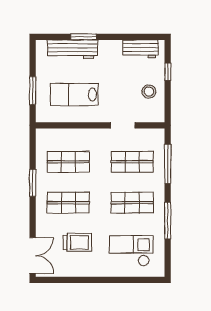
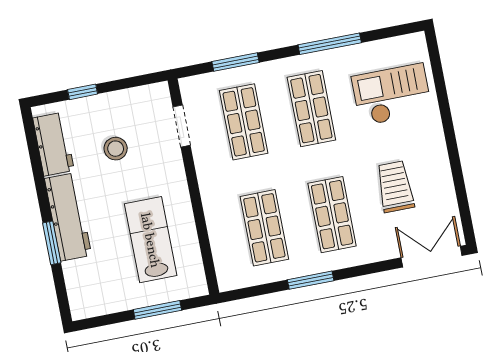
workbench: (72, 49) -> (68, 217), moved
stool: (149, 92) -> (116, 149), moved
lab bench: (74, 94) -> (151, 240), turned 180
doorway: (123, 125) -> (182, 126), moved
window: (168, 164) -> (236, 62), width x0.69
checkout: (131, 251) -> (392, 95), turned 90

